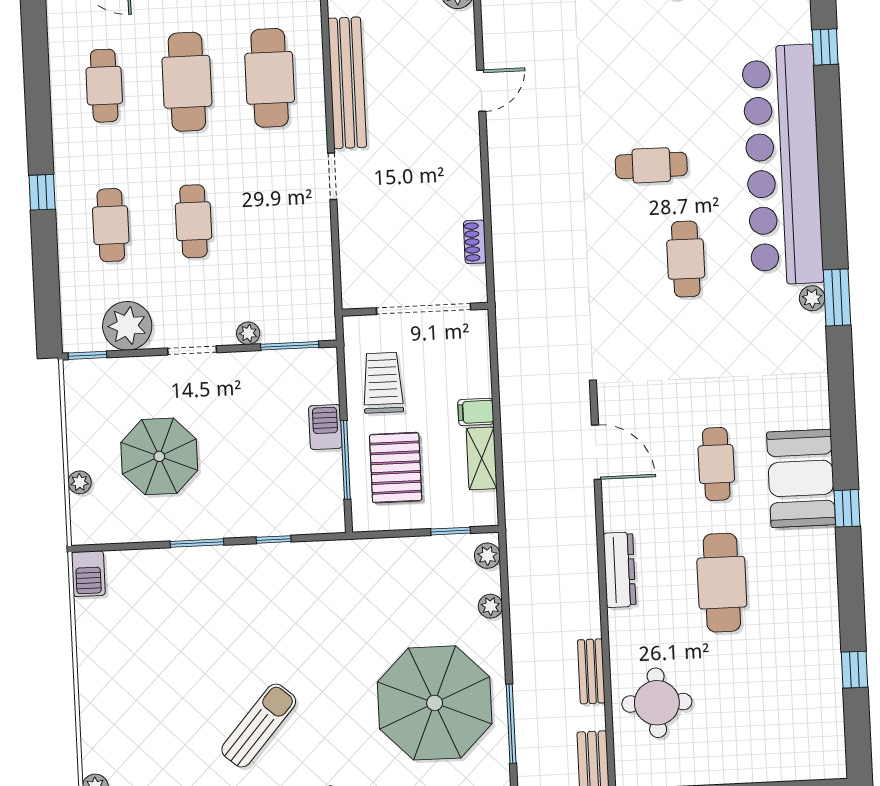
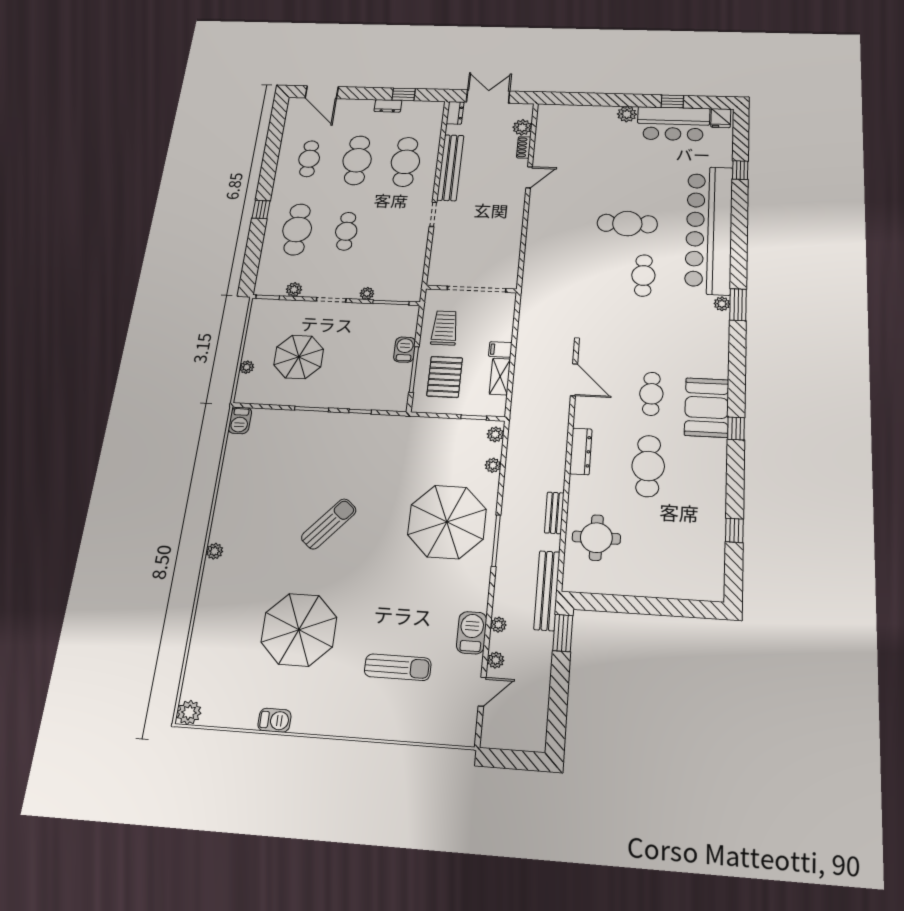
cafe table: (651, 165) -> (627, 224), width x1.37, depth x1.35
cafe table: (111, 225) -> (297, 229), width x1.37, depth x1.35
shoe rack: (475, 242) -> (524, 147), moved
plant: (127, 326) -> (294, 289), width x0.53, depth x0.53

